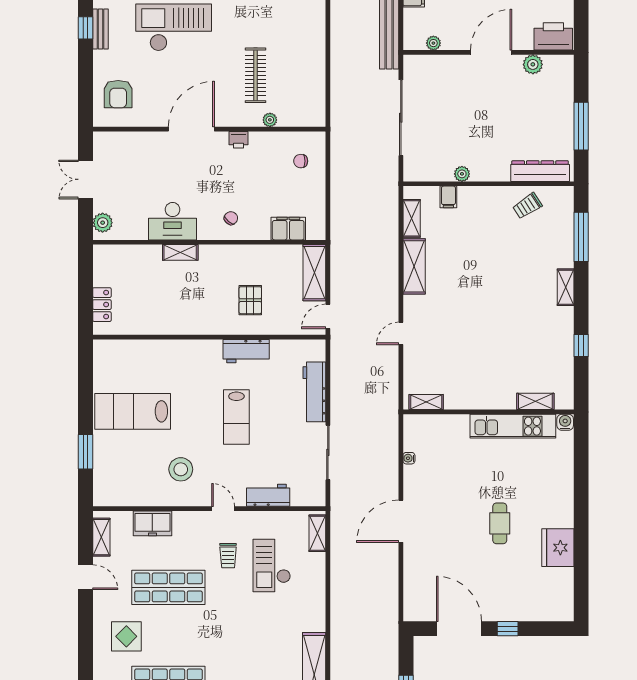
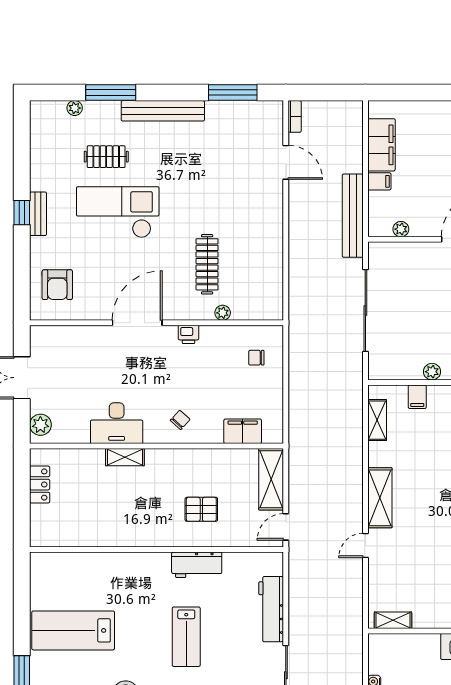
shelving: (414, 266) -> (380, 498), moved
pallet: (250, 300) -> (201, 509), turned 90
locker: (102, 305) -> (40, 485), moved

